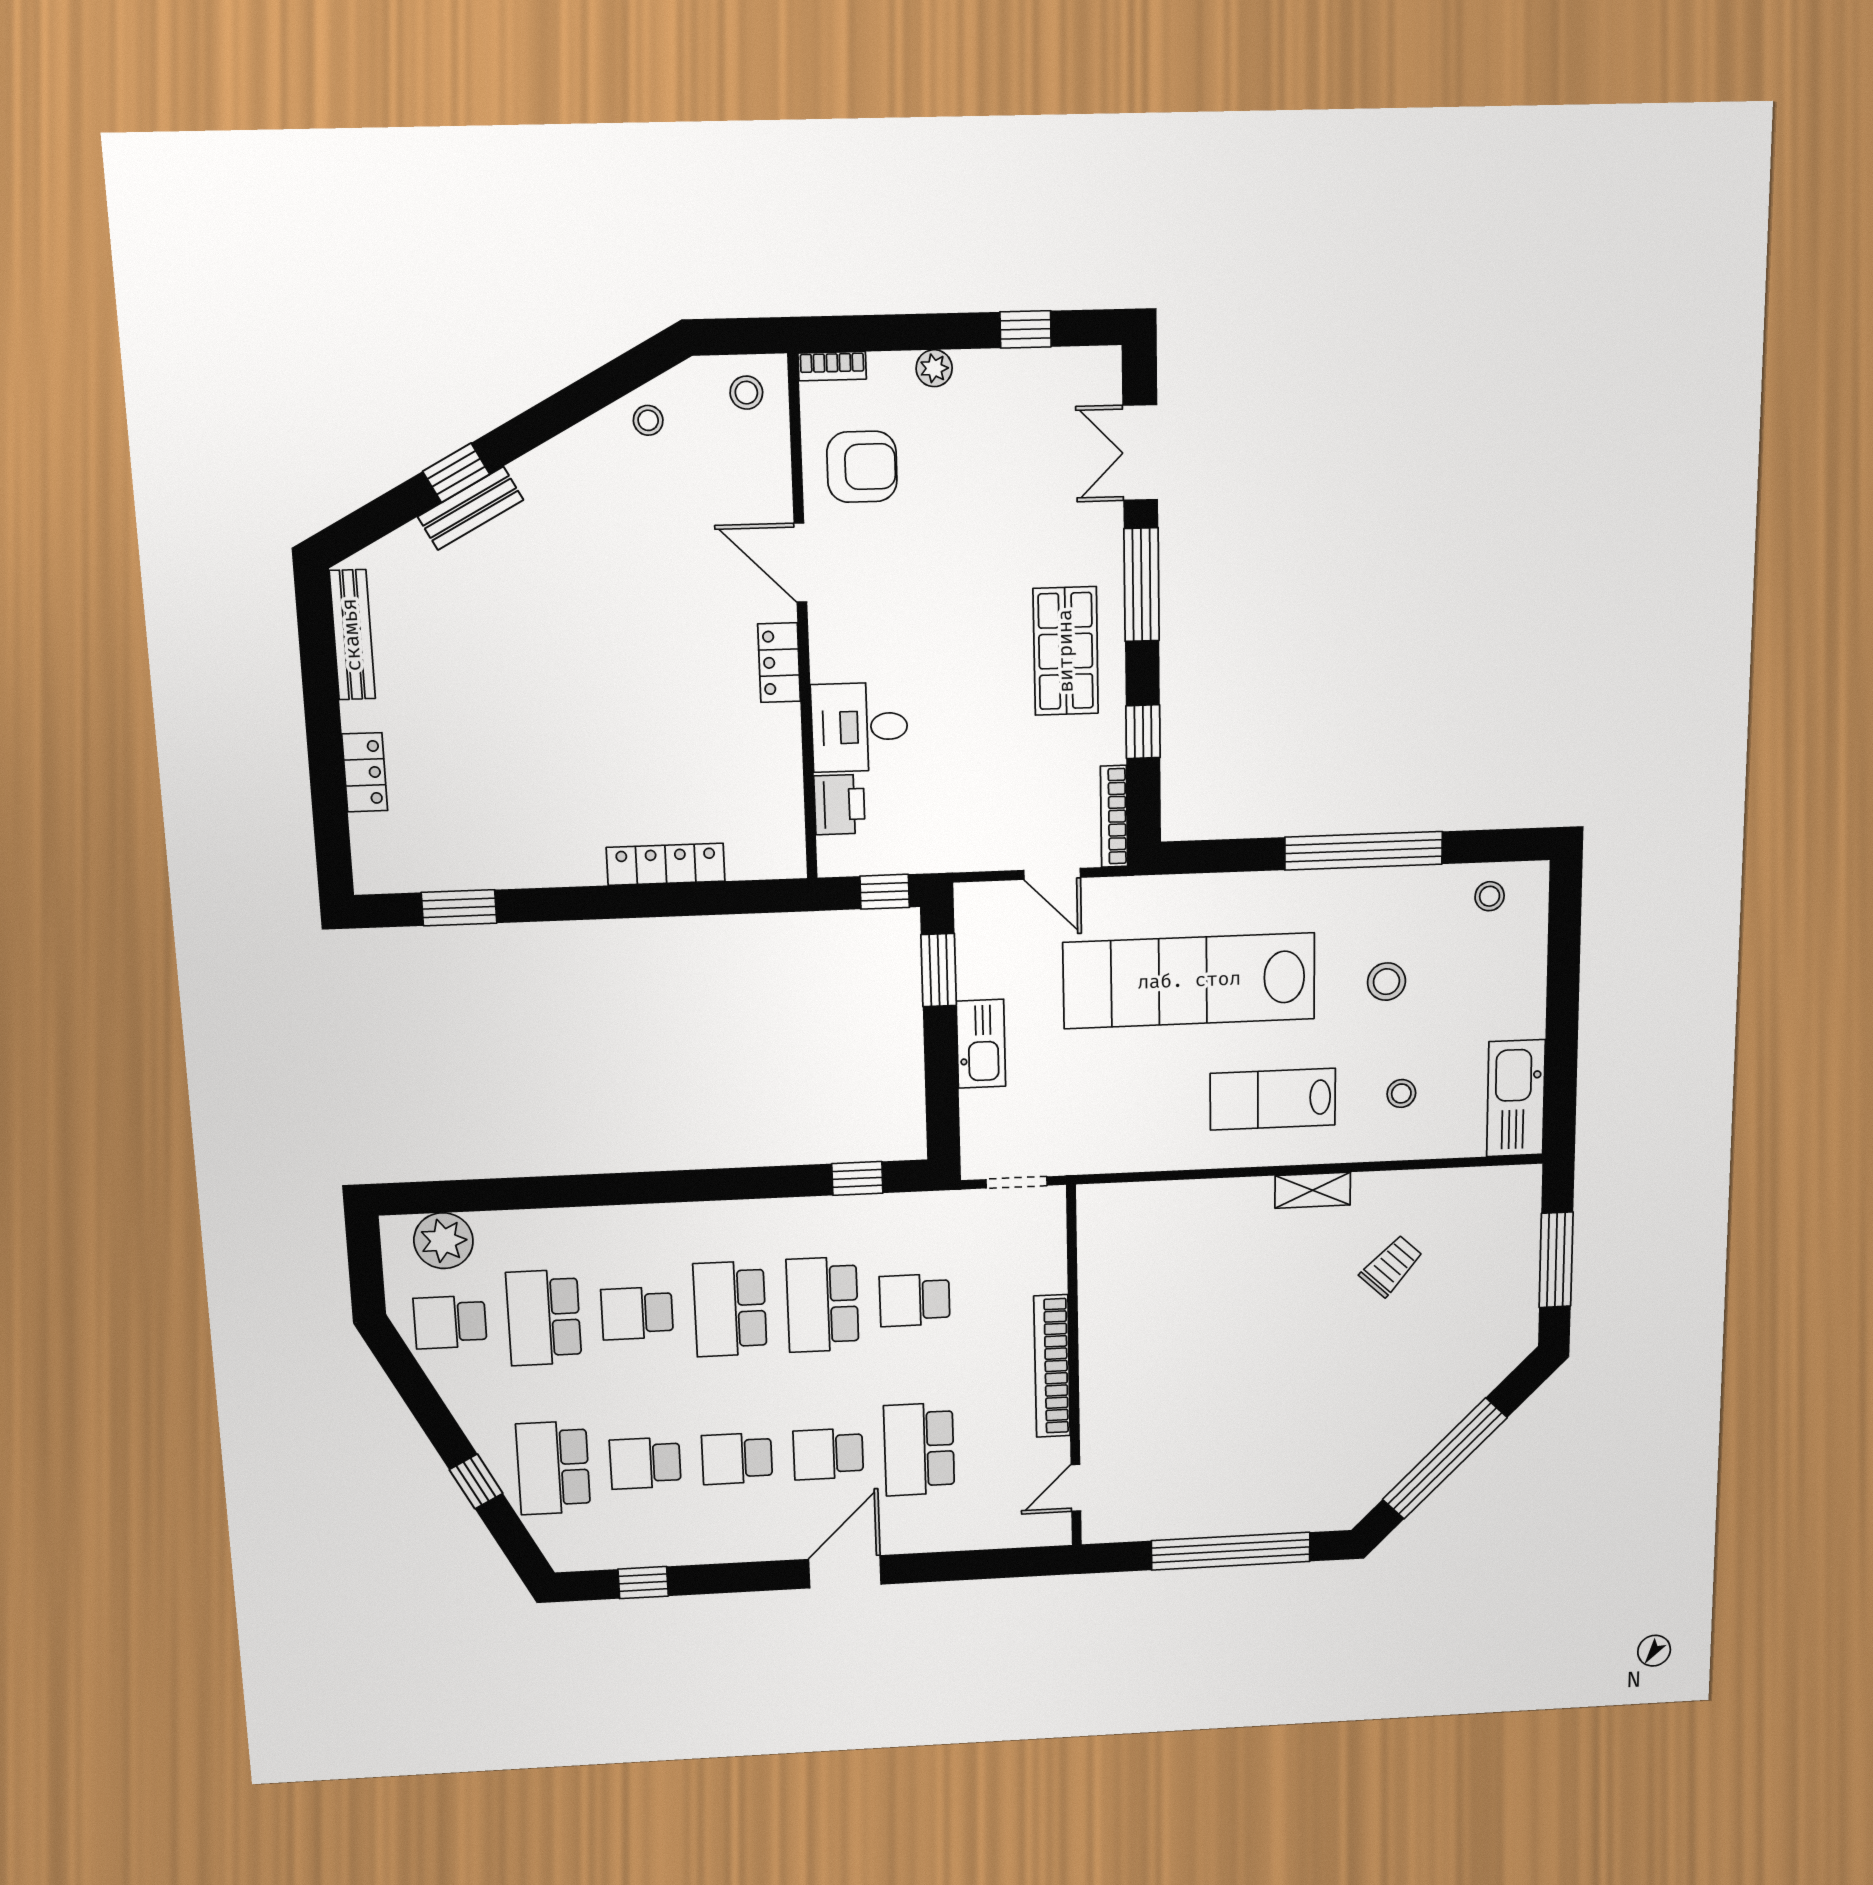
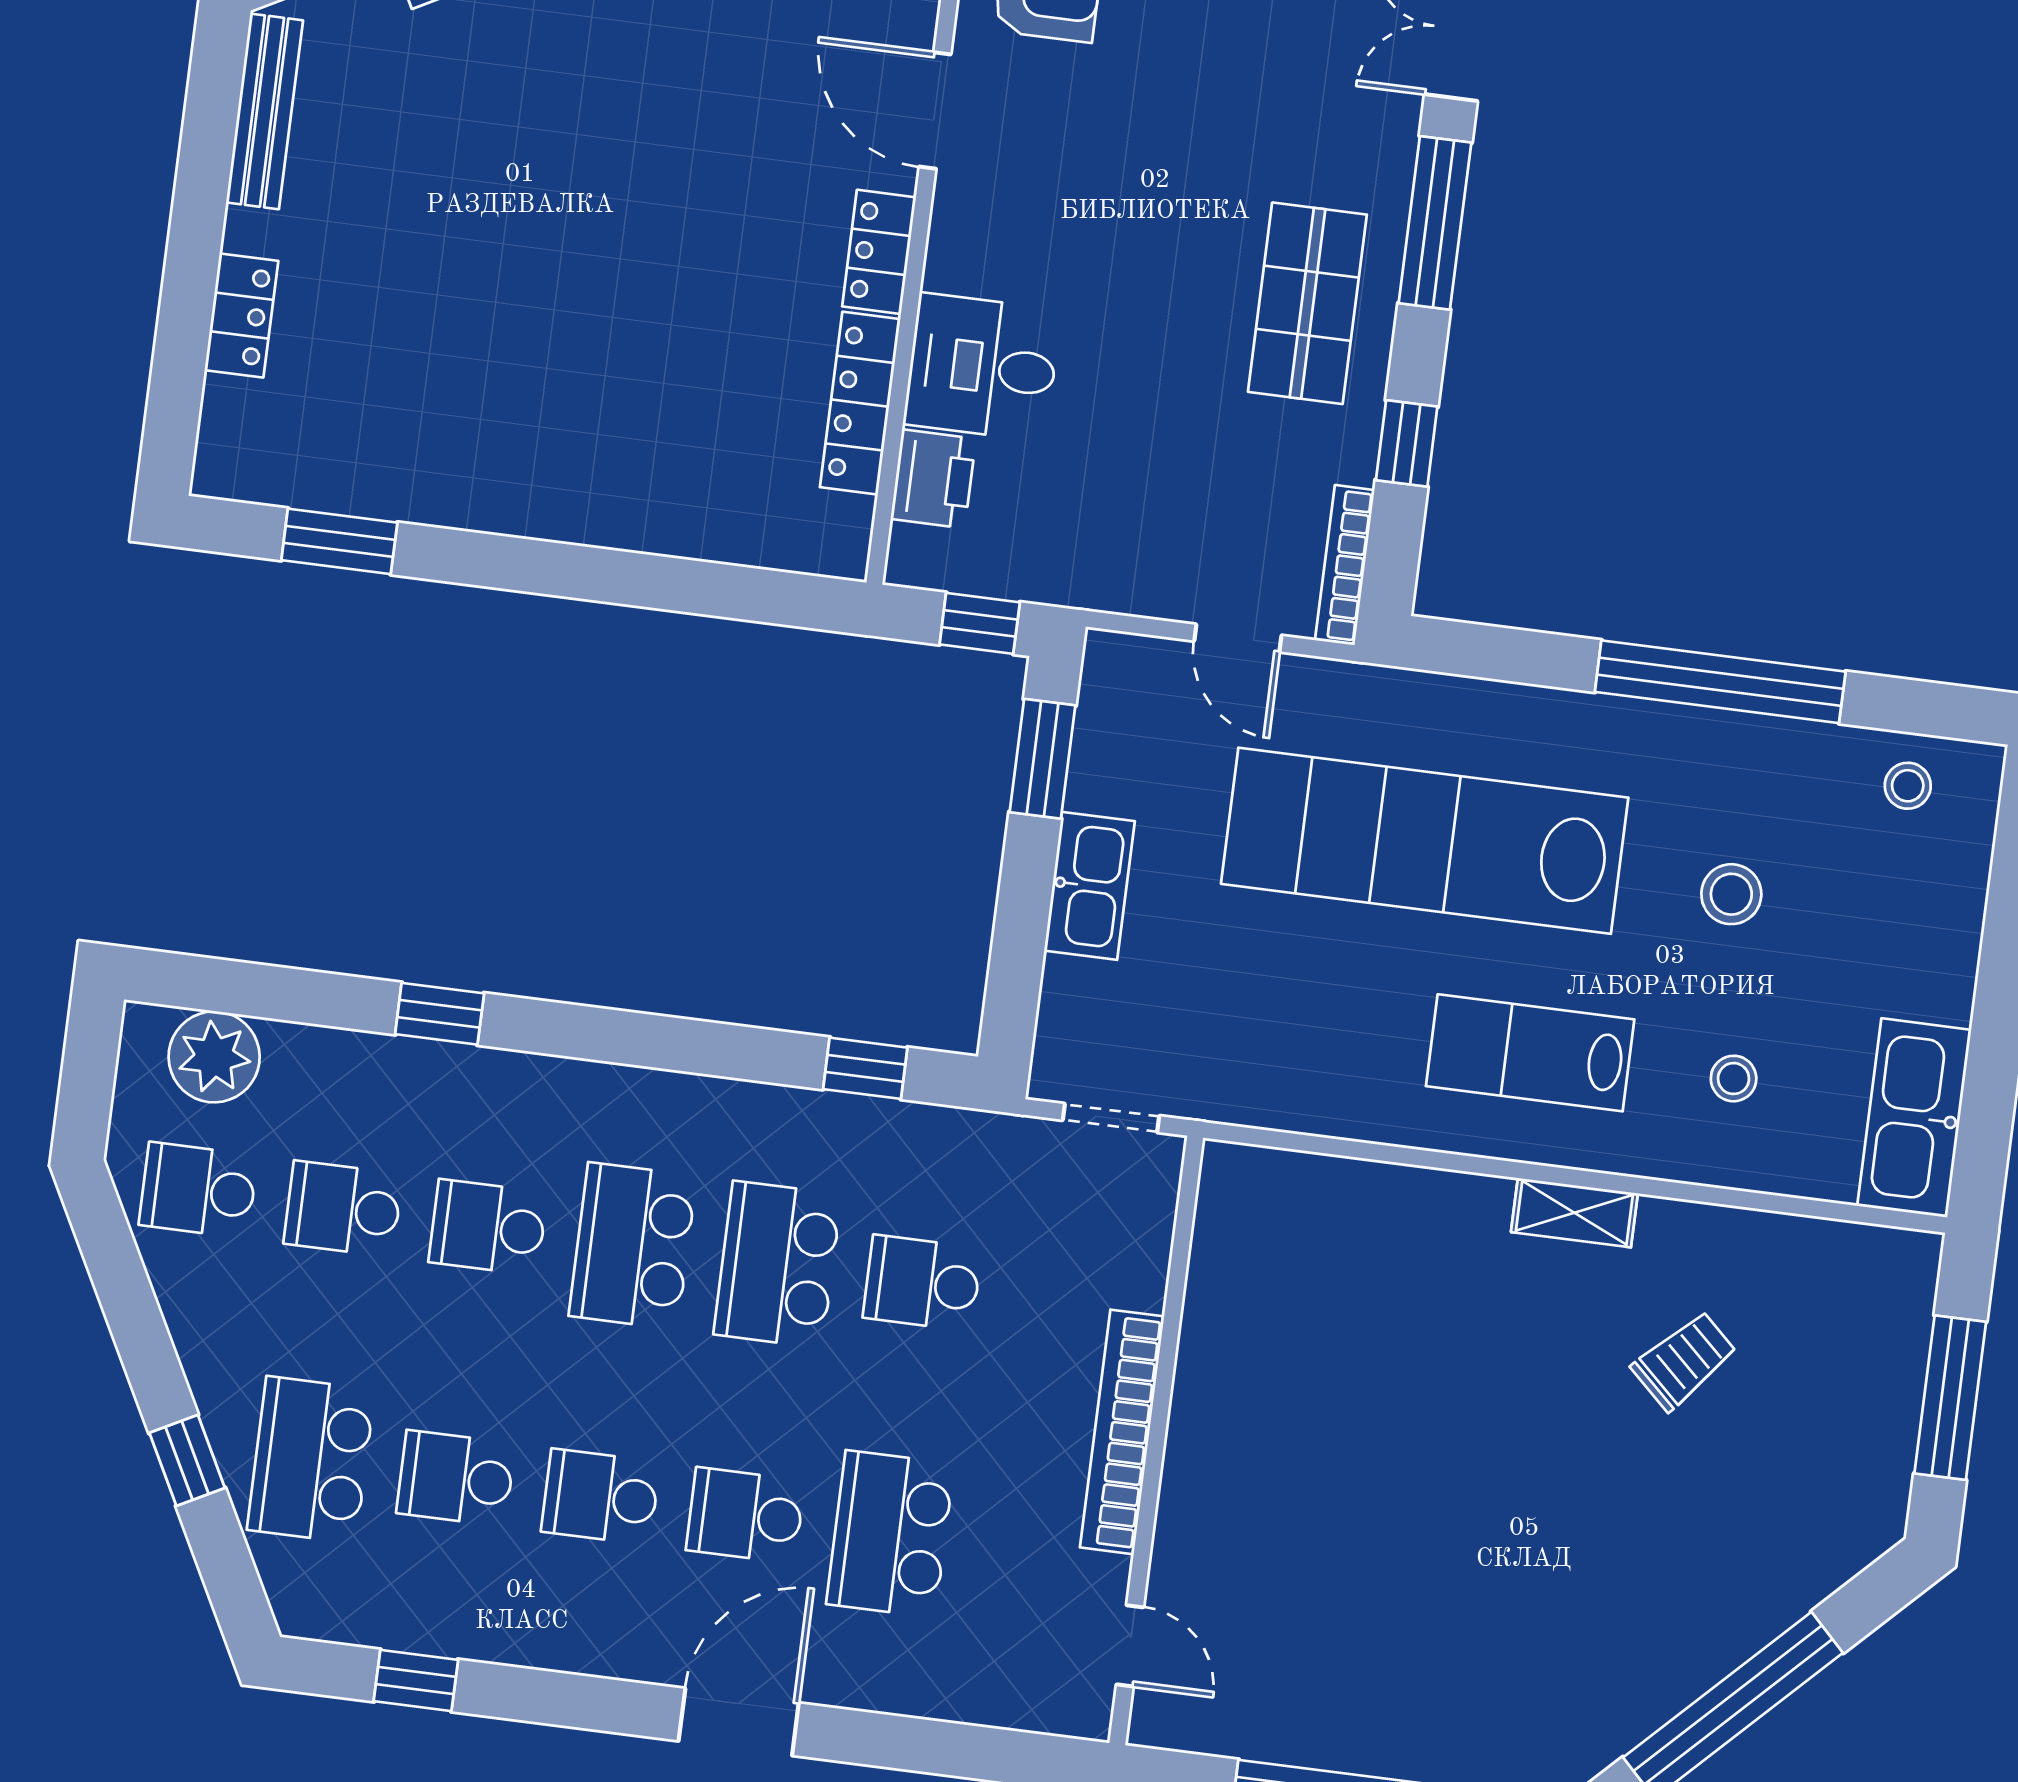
locker: (666, 864) -> (860, 403), moved, turned -90
window: (582, 1191) -> (440, 1014), added
school desk: (544, 1318) -> (343, 1209), width x0.54
door: (1076, 1488) -> (1130, 1646), swing flipped

